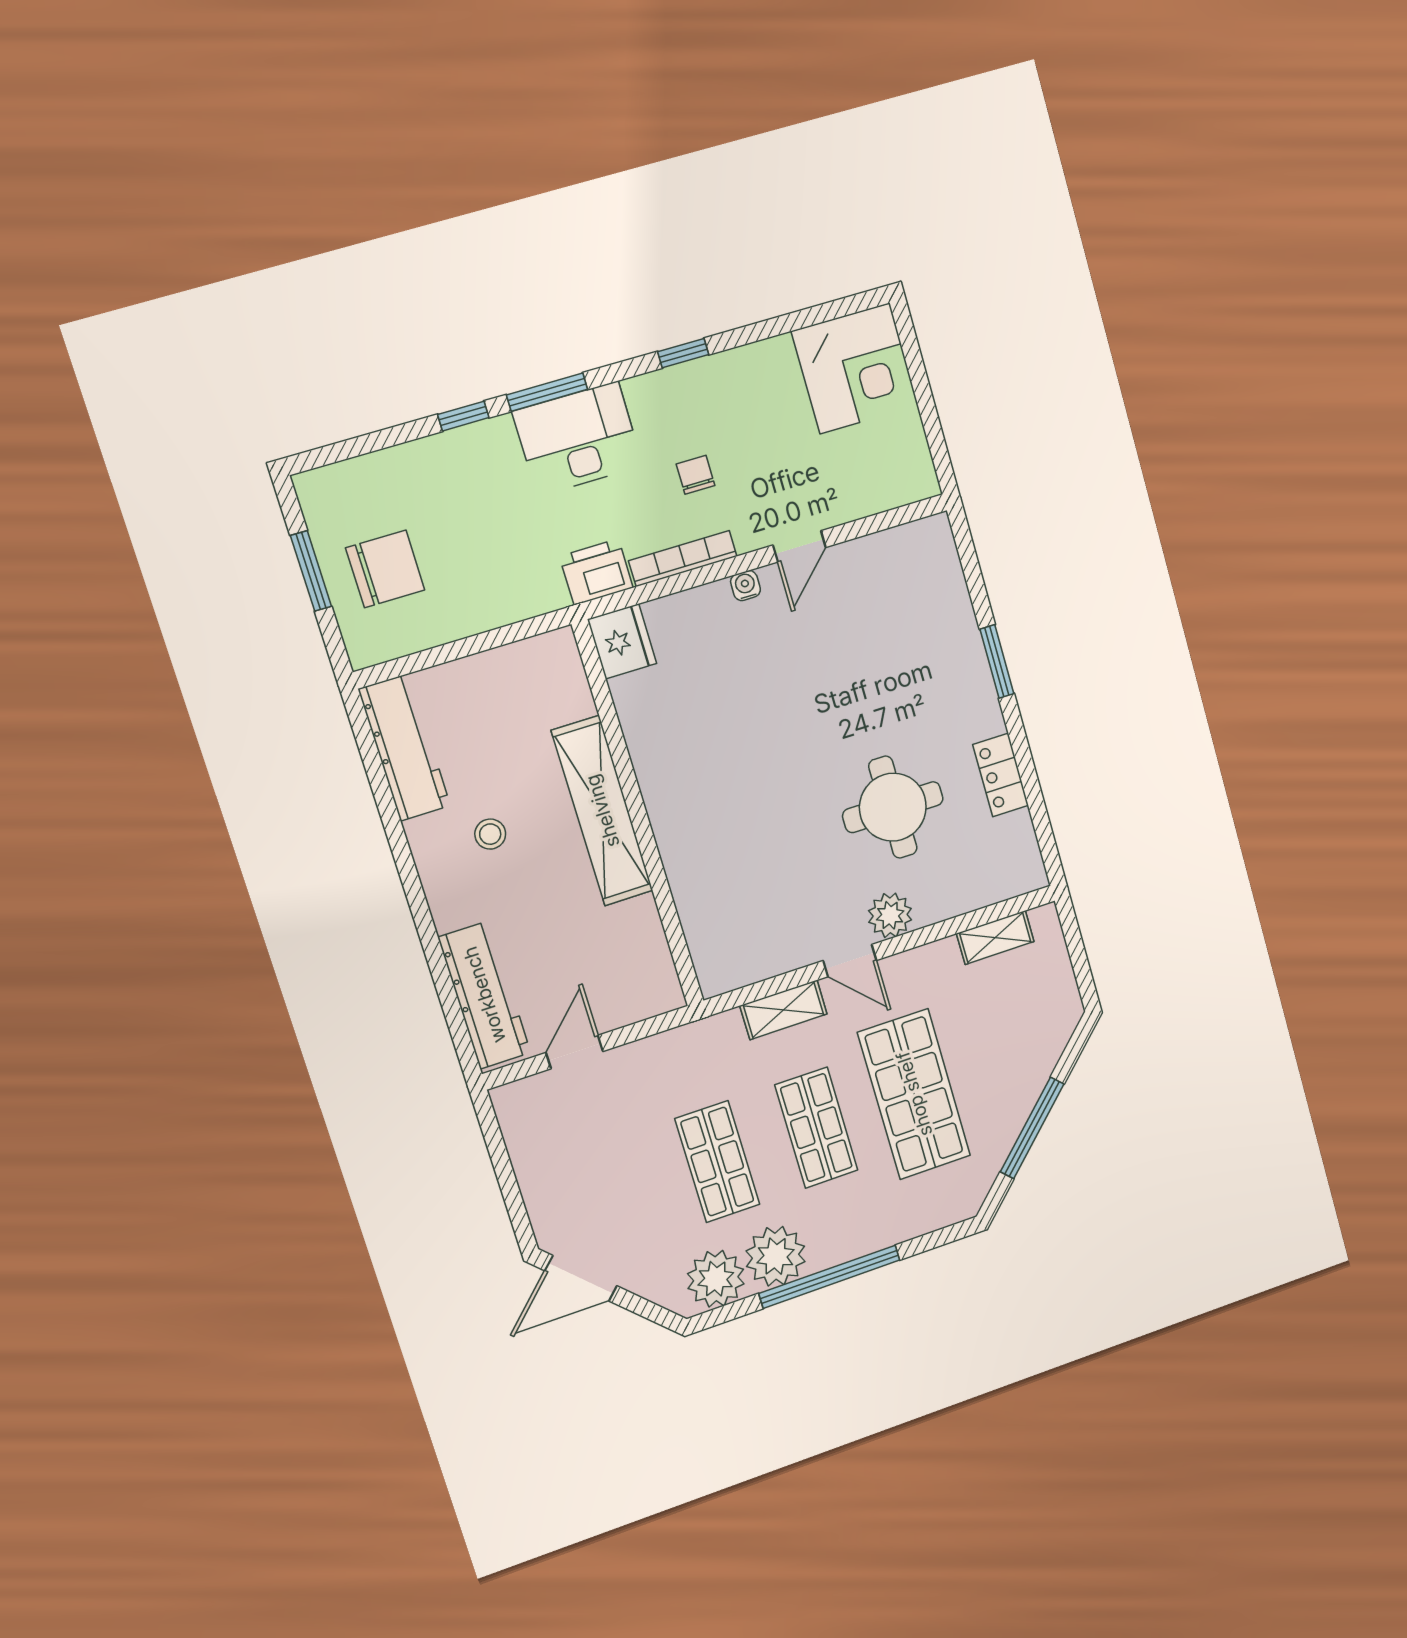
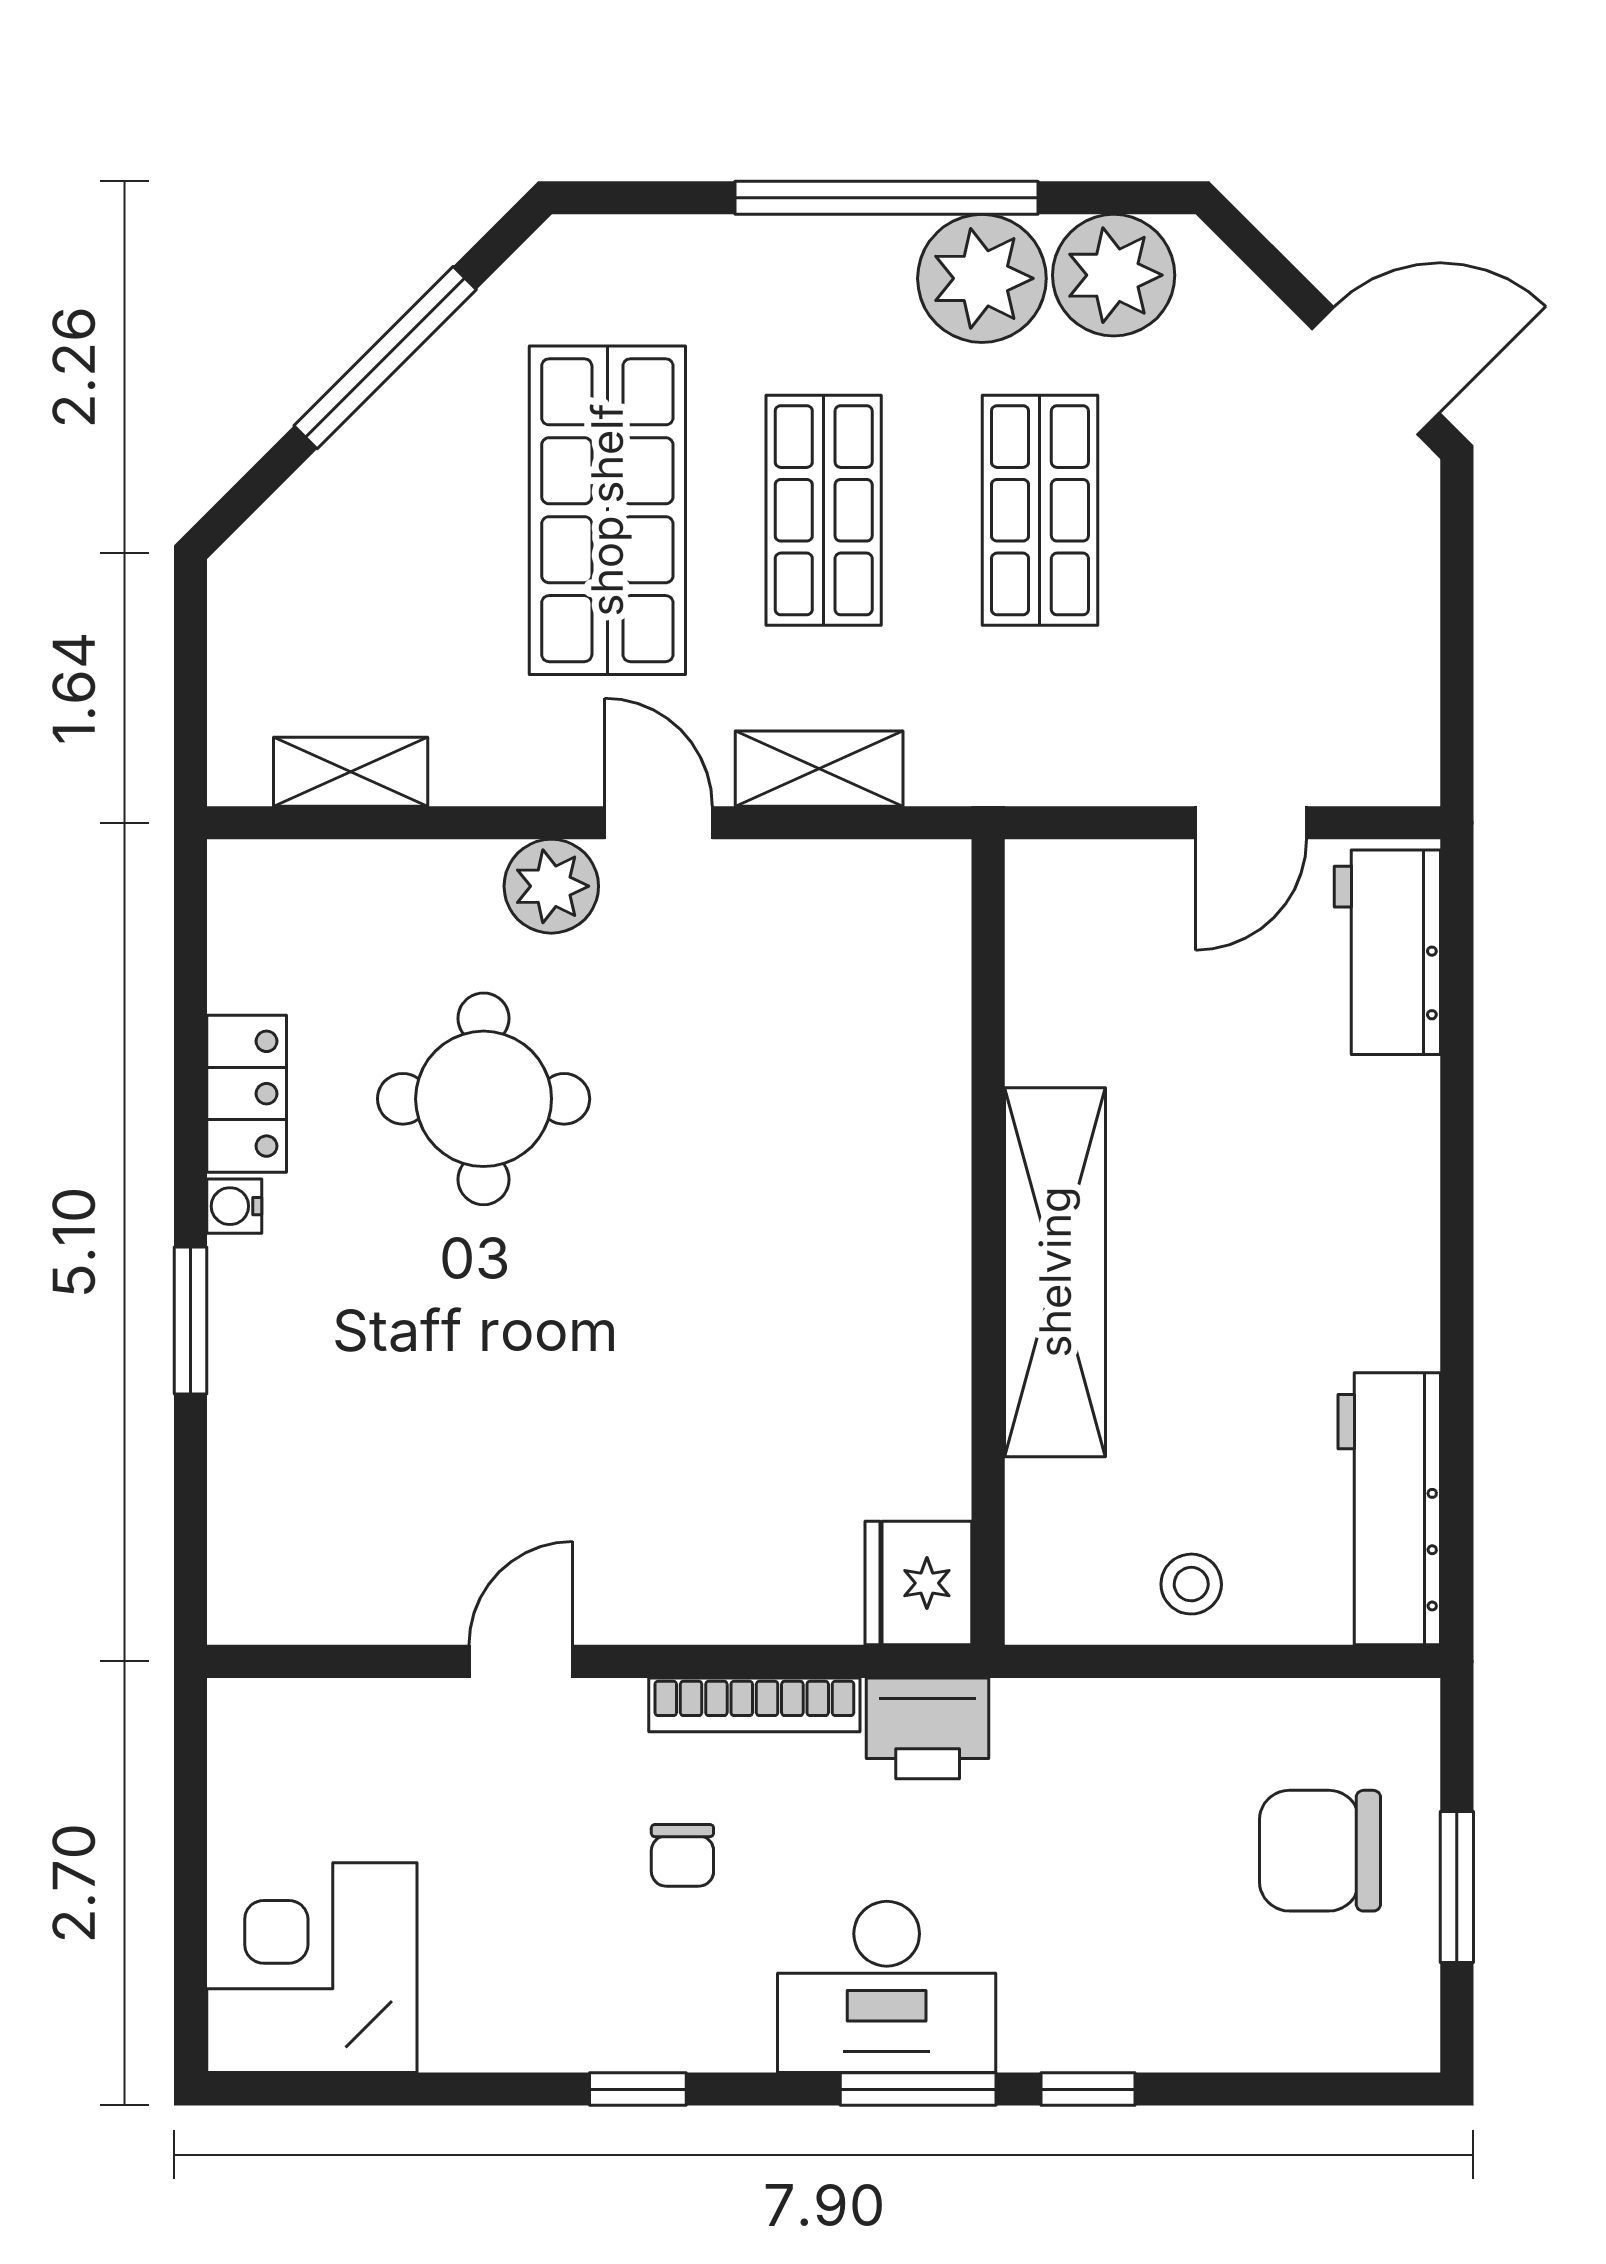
water cooler: (745, 586) -> (234, 1206), moved, turned 90
stool: (490, 834) -> (1191, 1584), moved
workbench: (484, 995) -> (1387, 952), width x0.73

